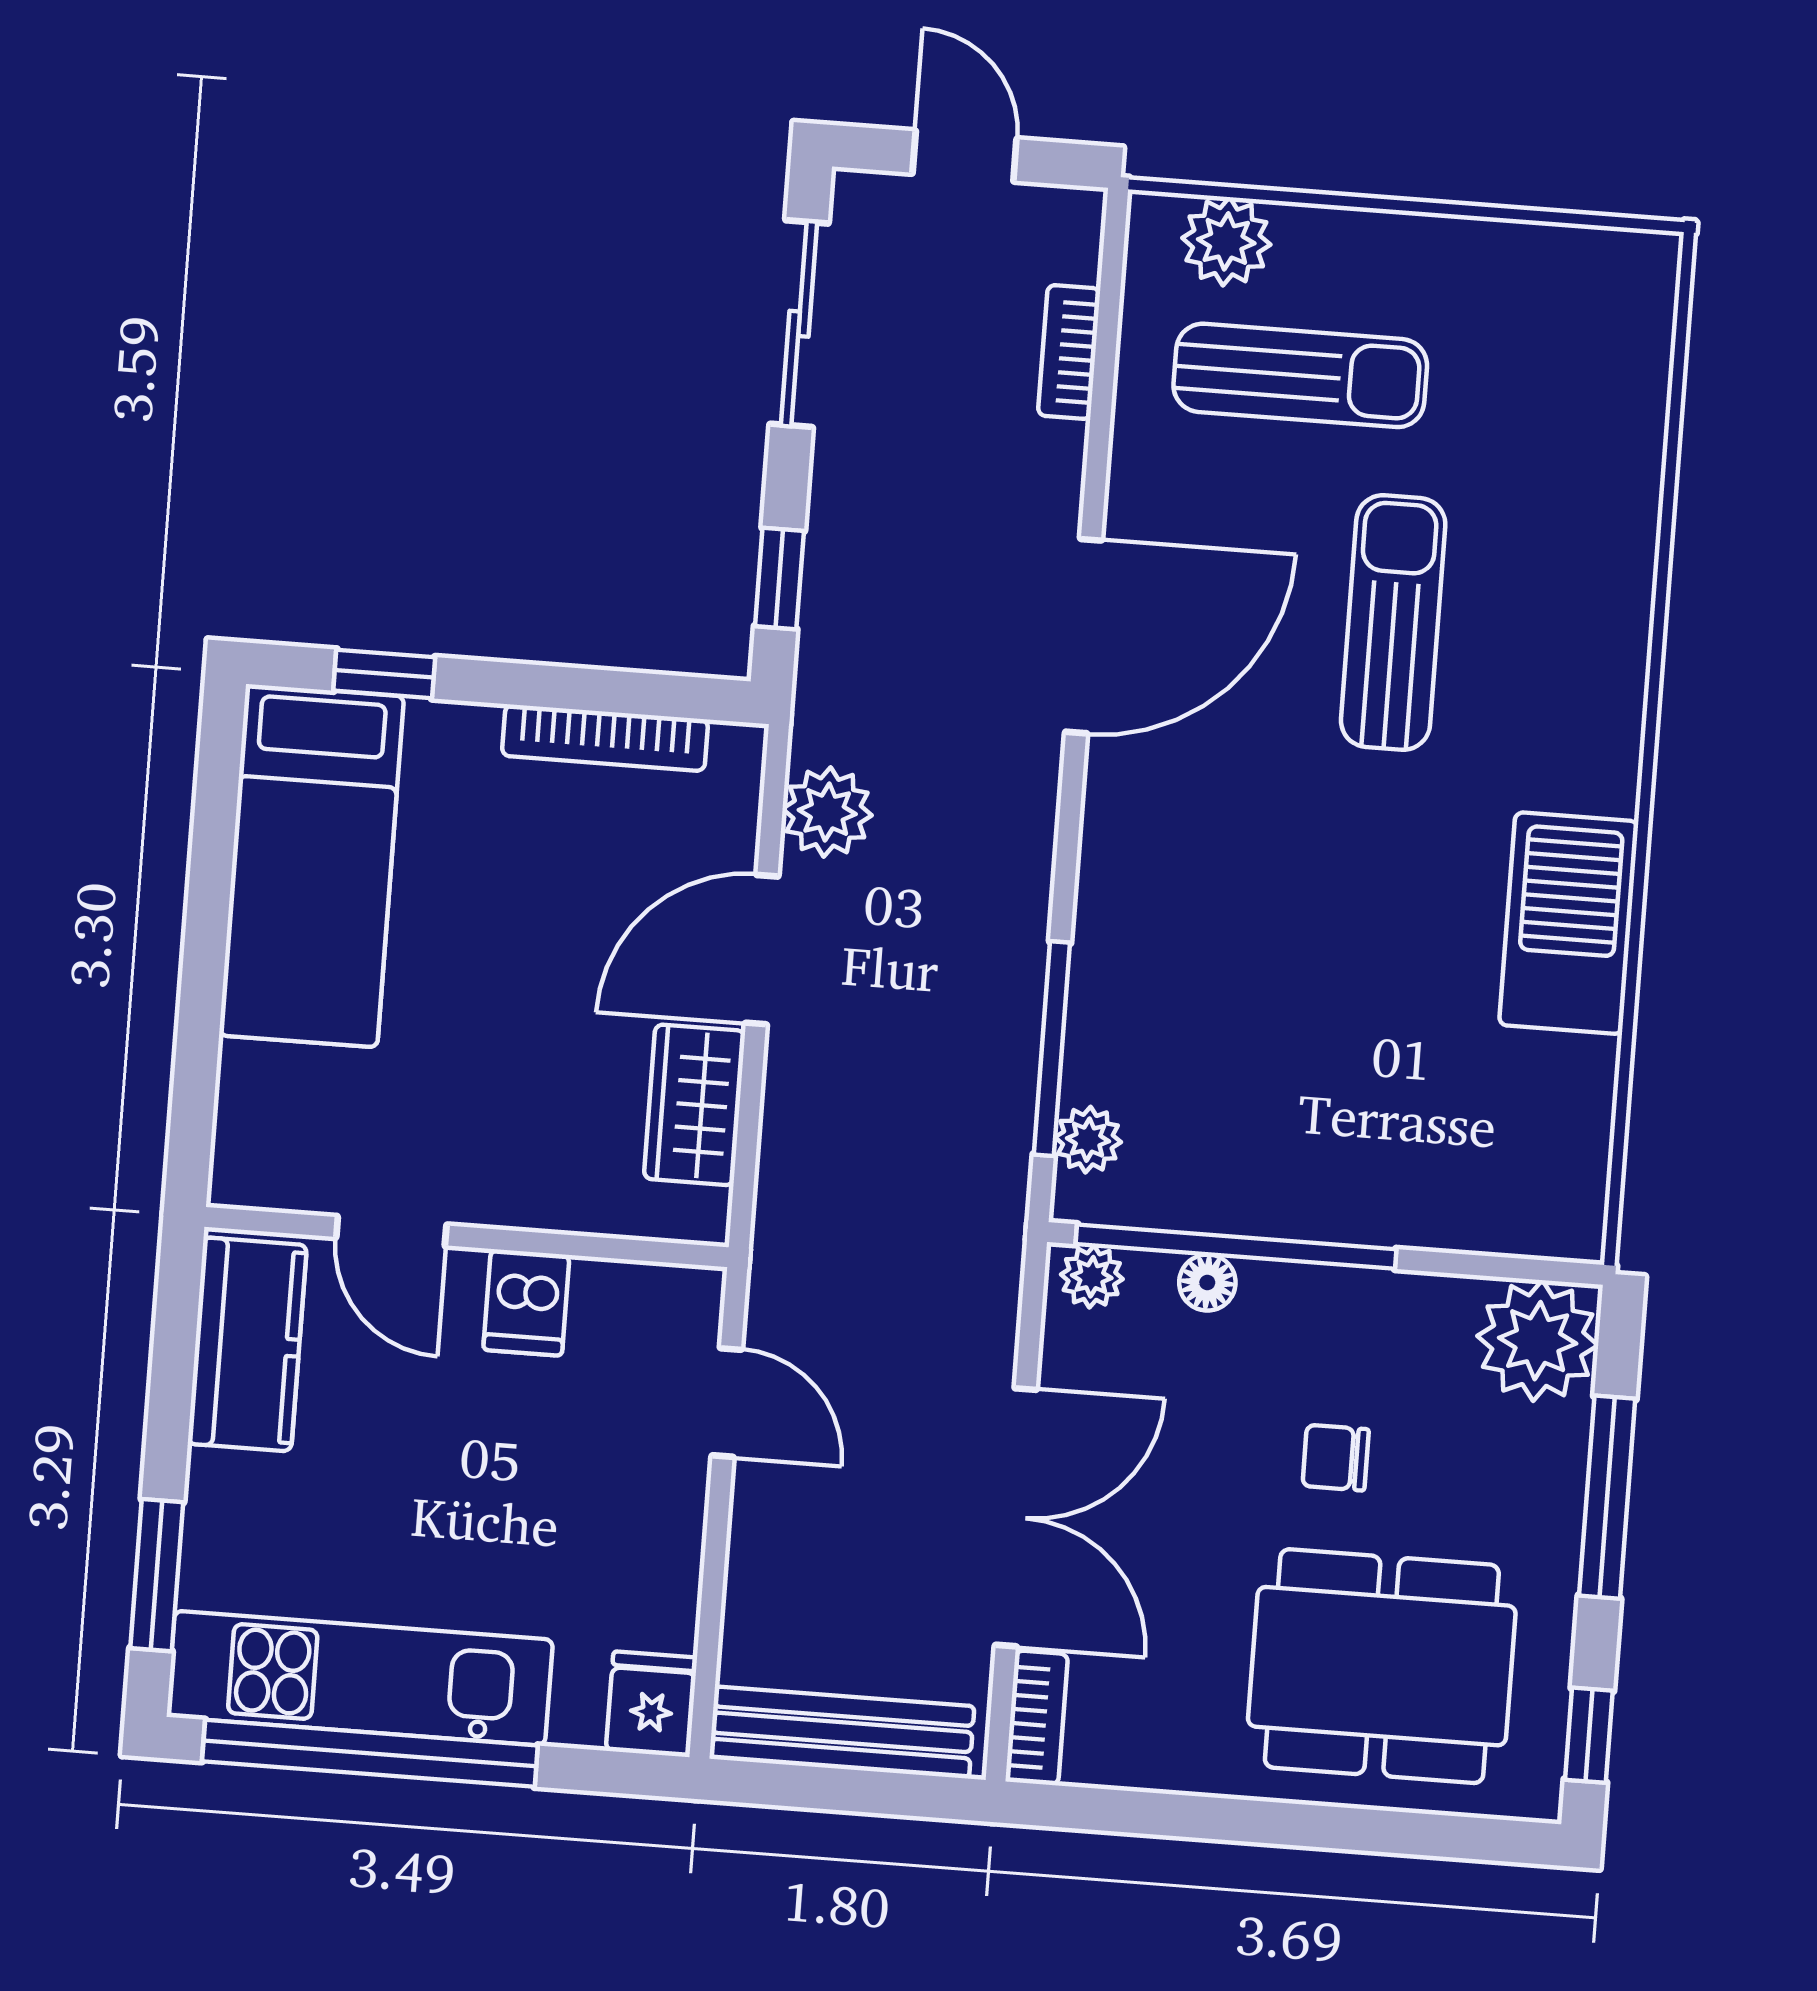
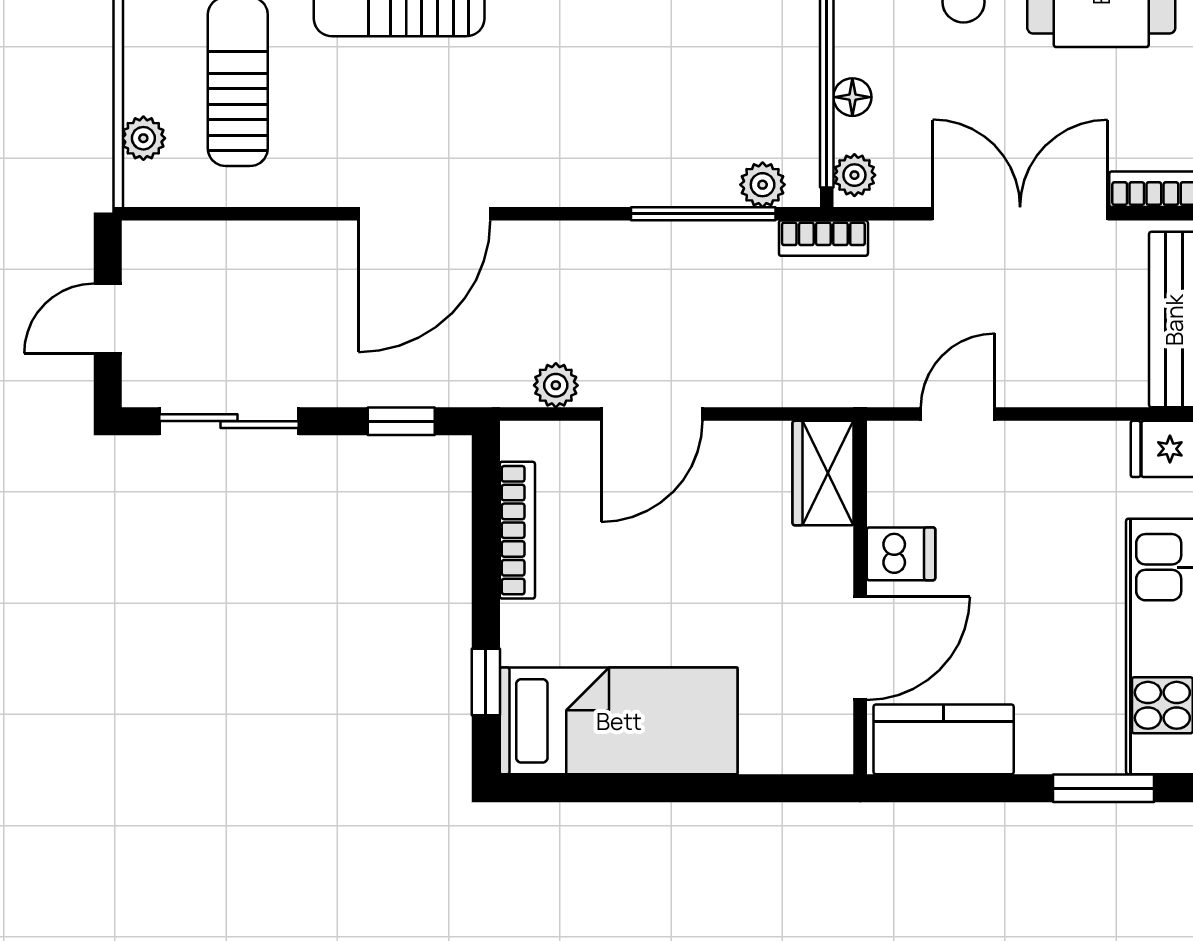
plant: (1226, 241) -> (143, 138), width x0.73, depth x0.73
bookcase: (1069, 352) -> (823, 238), moved
door: (1084, 636) -> (424, 214), swing flipped
plant: (827, 812) -> (556, 385), width x0.73, depth x0.73
door: (762, 950) -> (652, 414), hinge flipped
wardrobe: (695, 1105) -> (823, 473), moved, turned 90
door: (391, 1231) -> (860, 648), width x1.38

